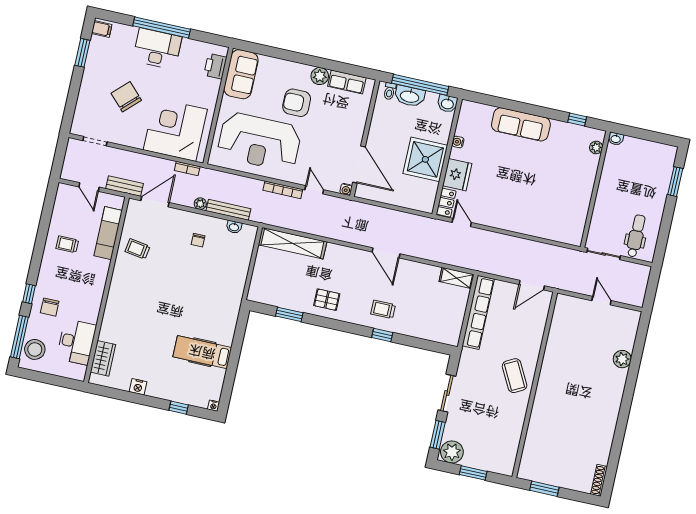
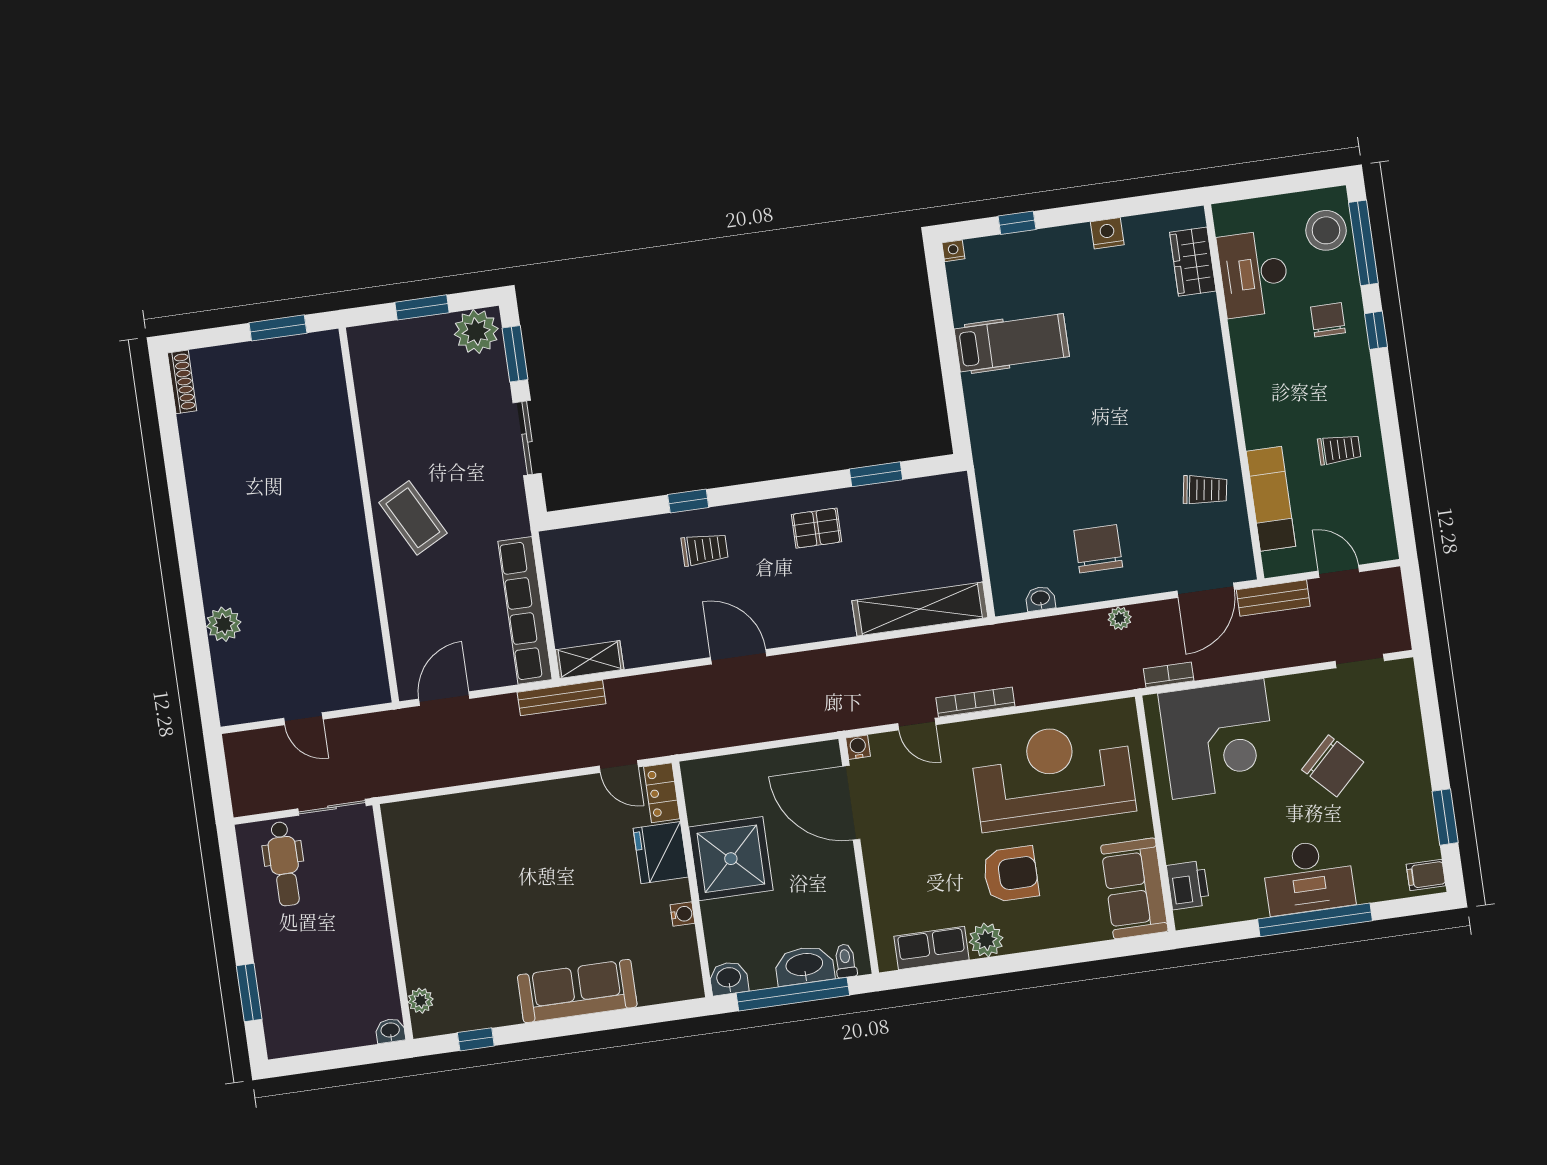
bench: (228, 210) -> (561, 698), moved
chair: (198, 240) -> (1098, 549), width x1.87, depth x1.87

